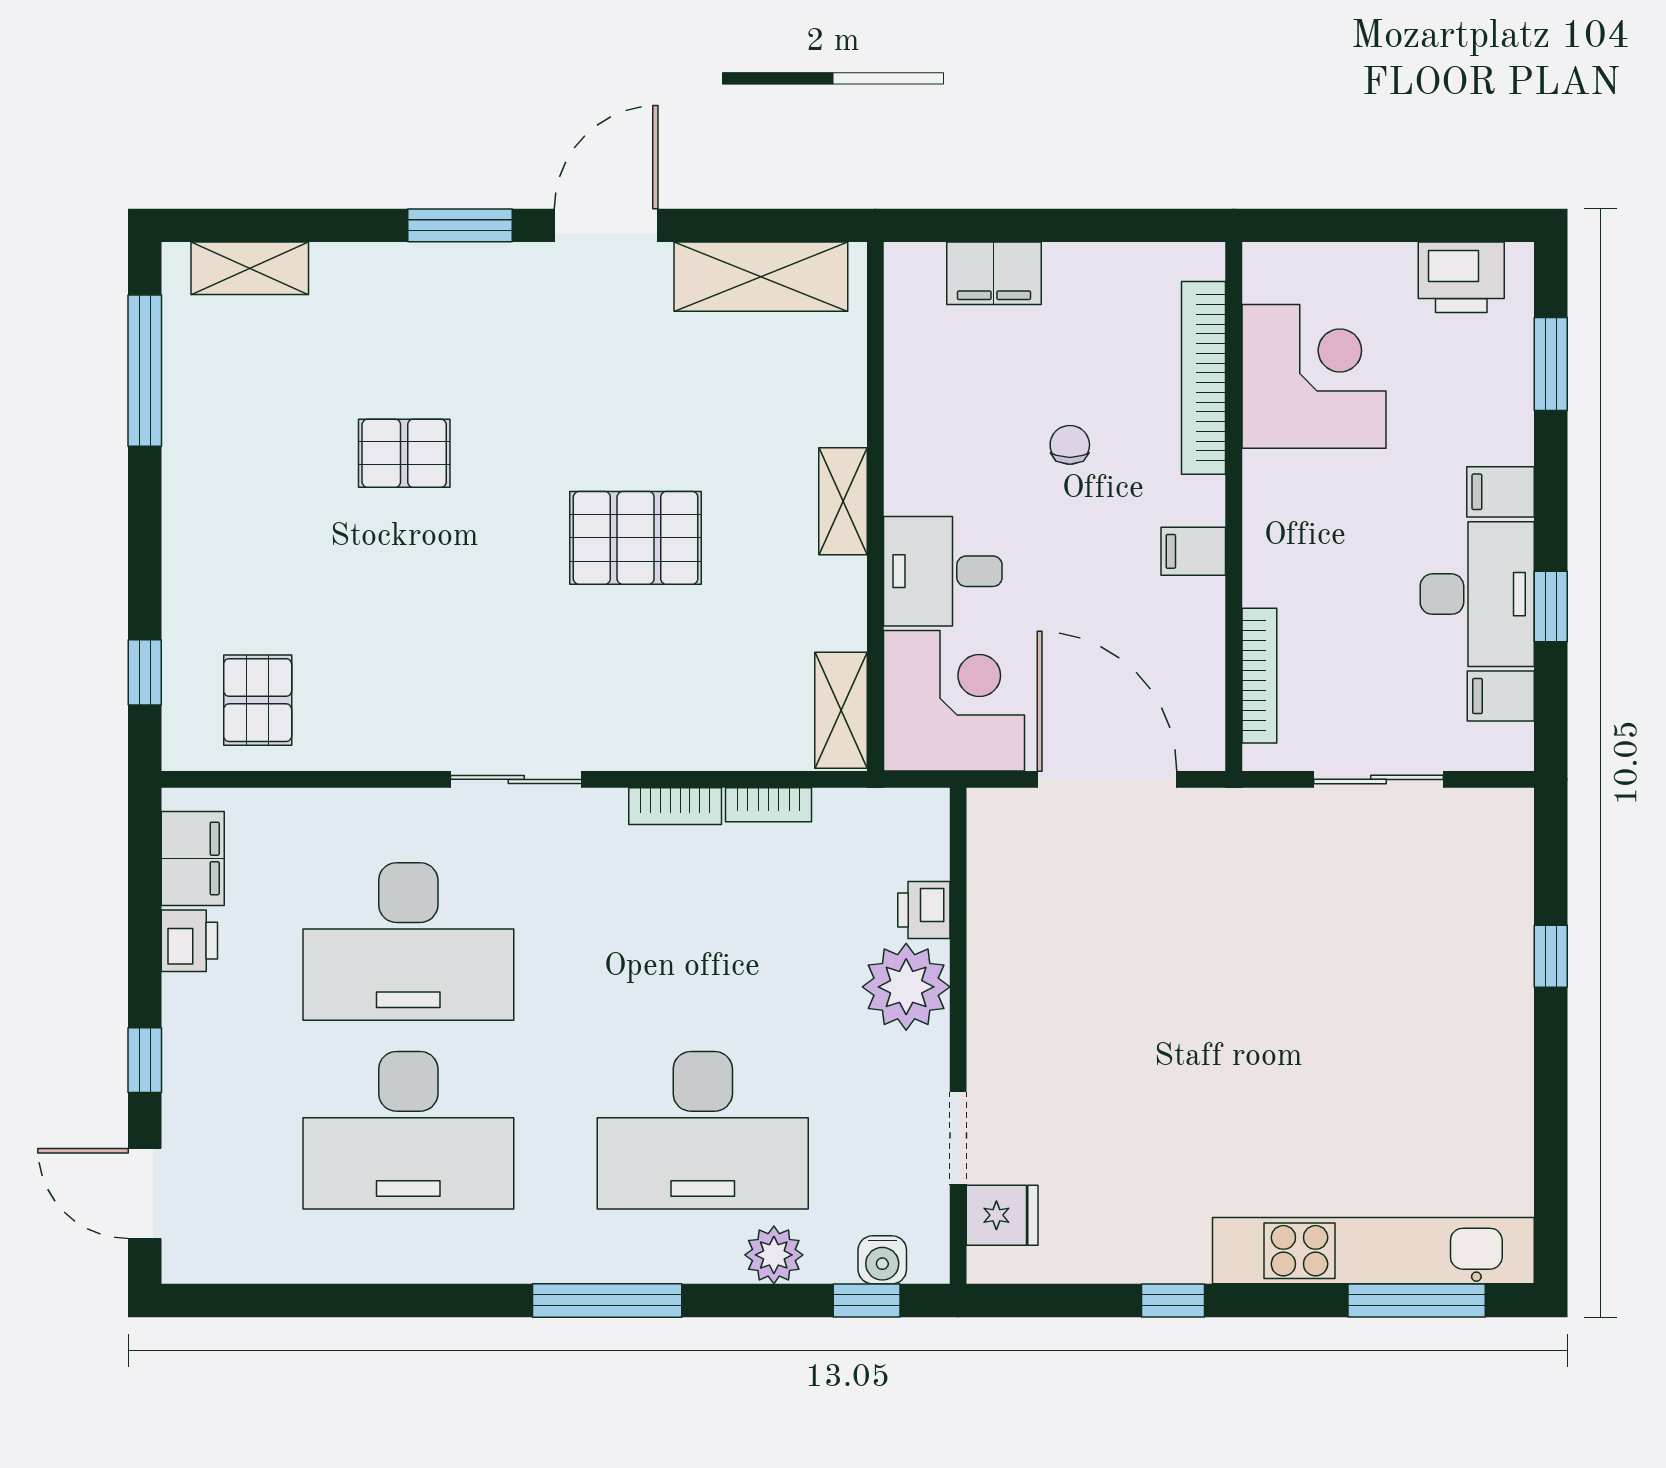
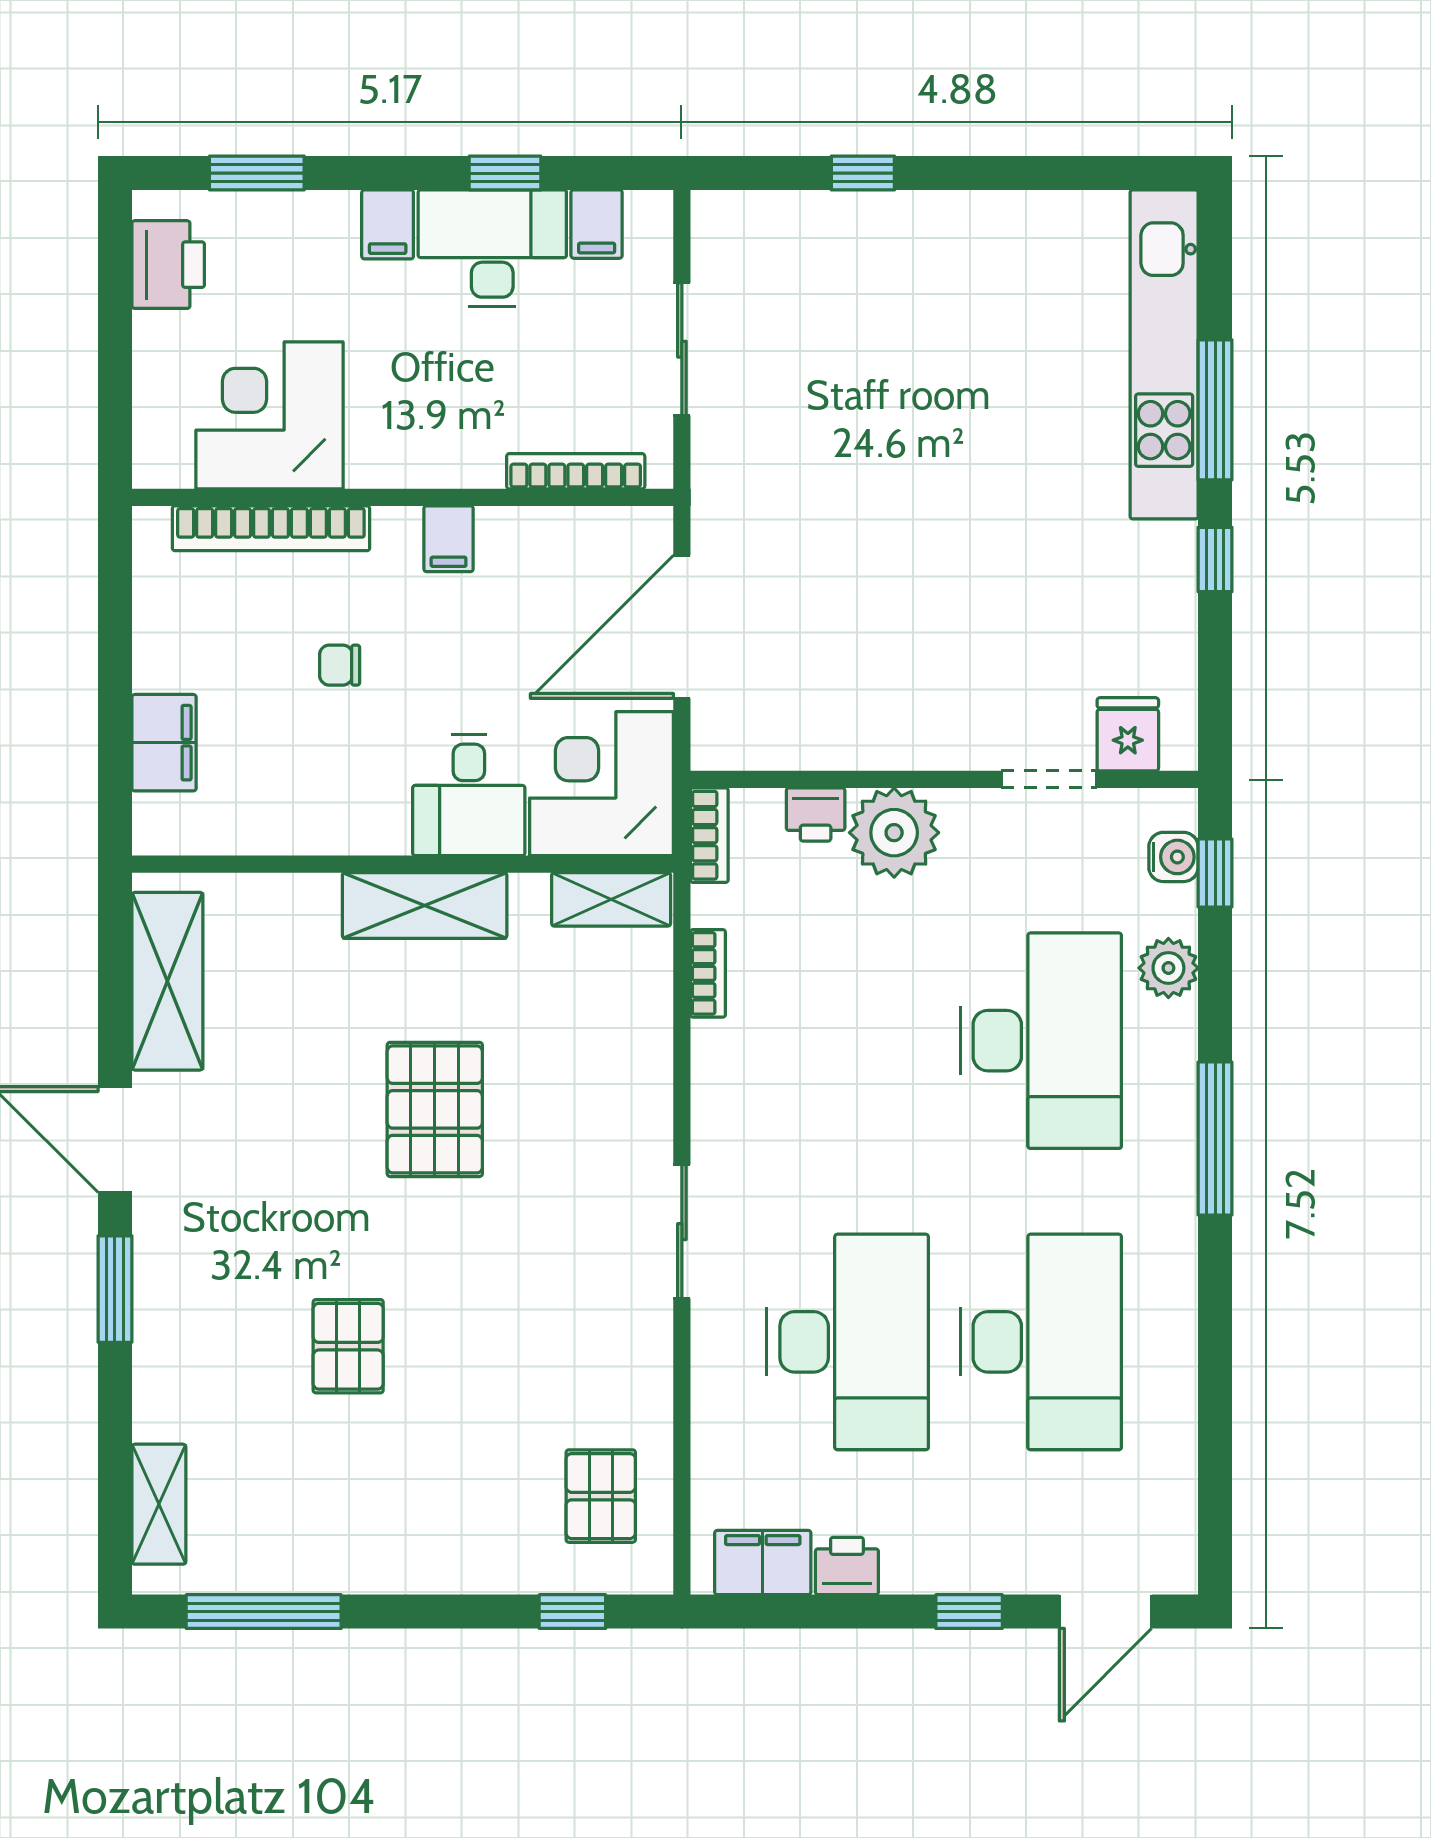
shelving: (843, 501) -> (425, 905), width x1.50, depth x1.33
pallet: (258, 700) -> (601, 1496), turned 90
bookcase: (675, 806) -> (709, 835), moved
window: (1417, 1300) -> (1215, 410), moved

